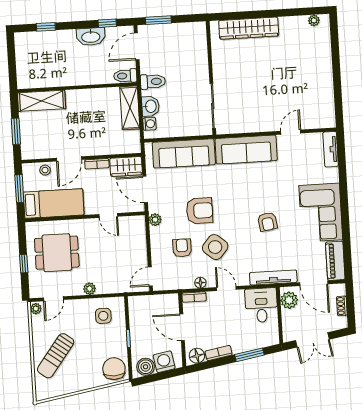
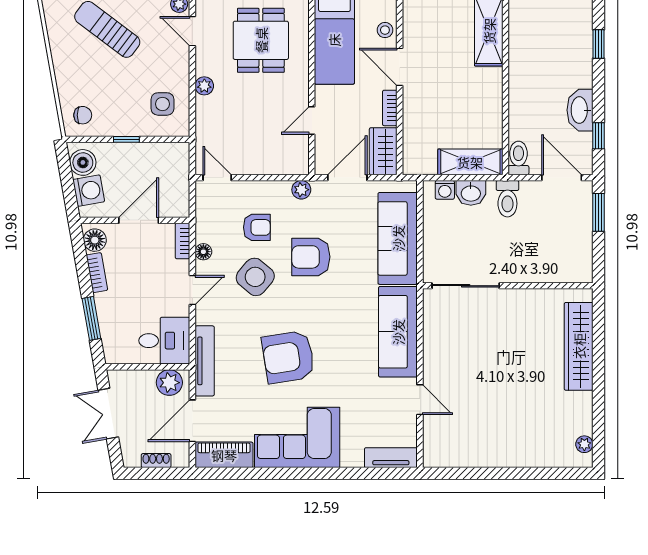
armchair: (200, 211) -> (311, 257), turned 90
armchair: (267, 222) -> (288, 357), width x1.88, depth x1.88
chair: (114, 369) -> (83, 115), width x0.54, depth x0.54

